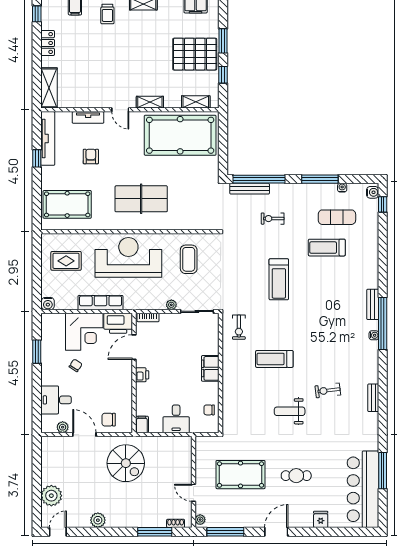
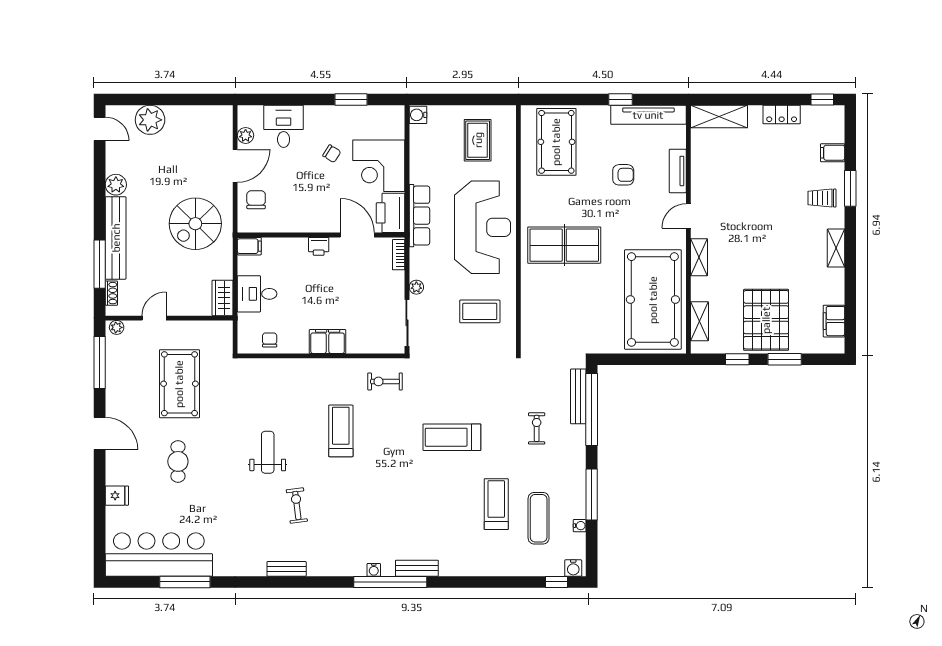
table tennis table: (141, 199) -> (564, 245), turned 90
row of seats: (101, 303) -> (419, 216), moved
wardrobe: (179, 444) -> (223, 298), added
bench: (136, 520) -> (116, 238), added

